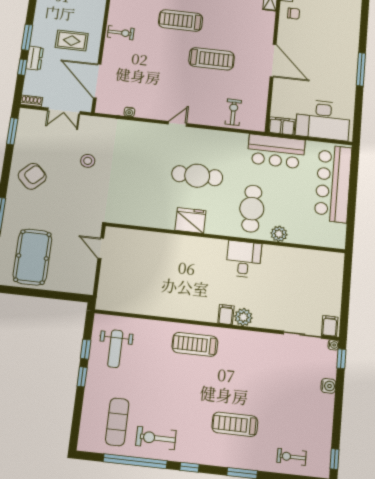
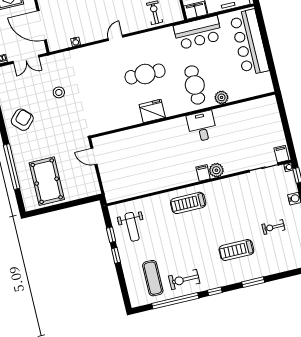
exercise bike: (291, 457) -> (273, 227), moved

